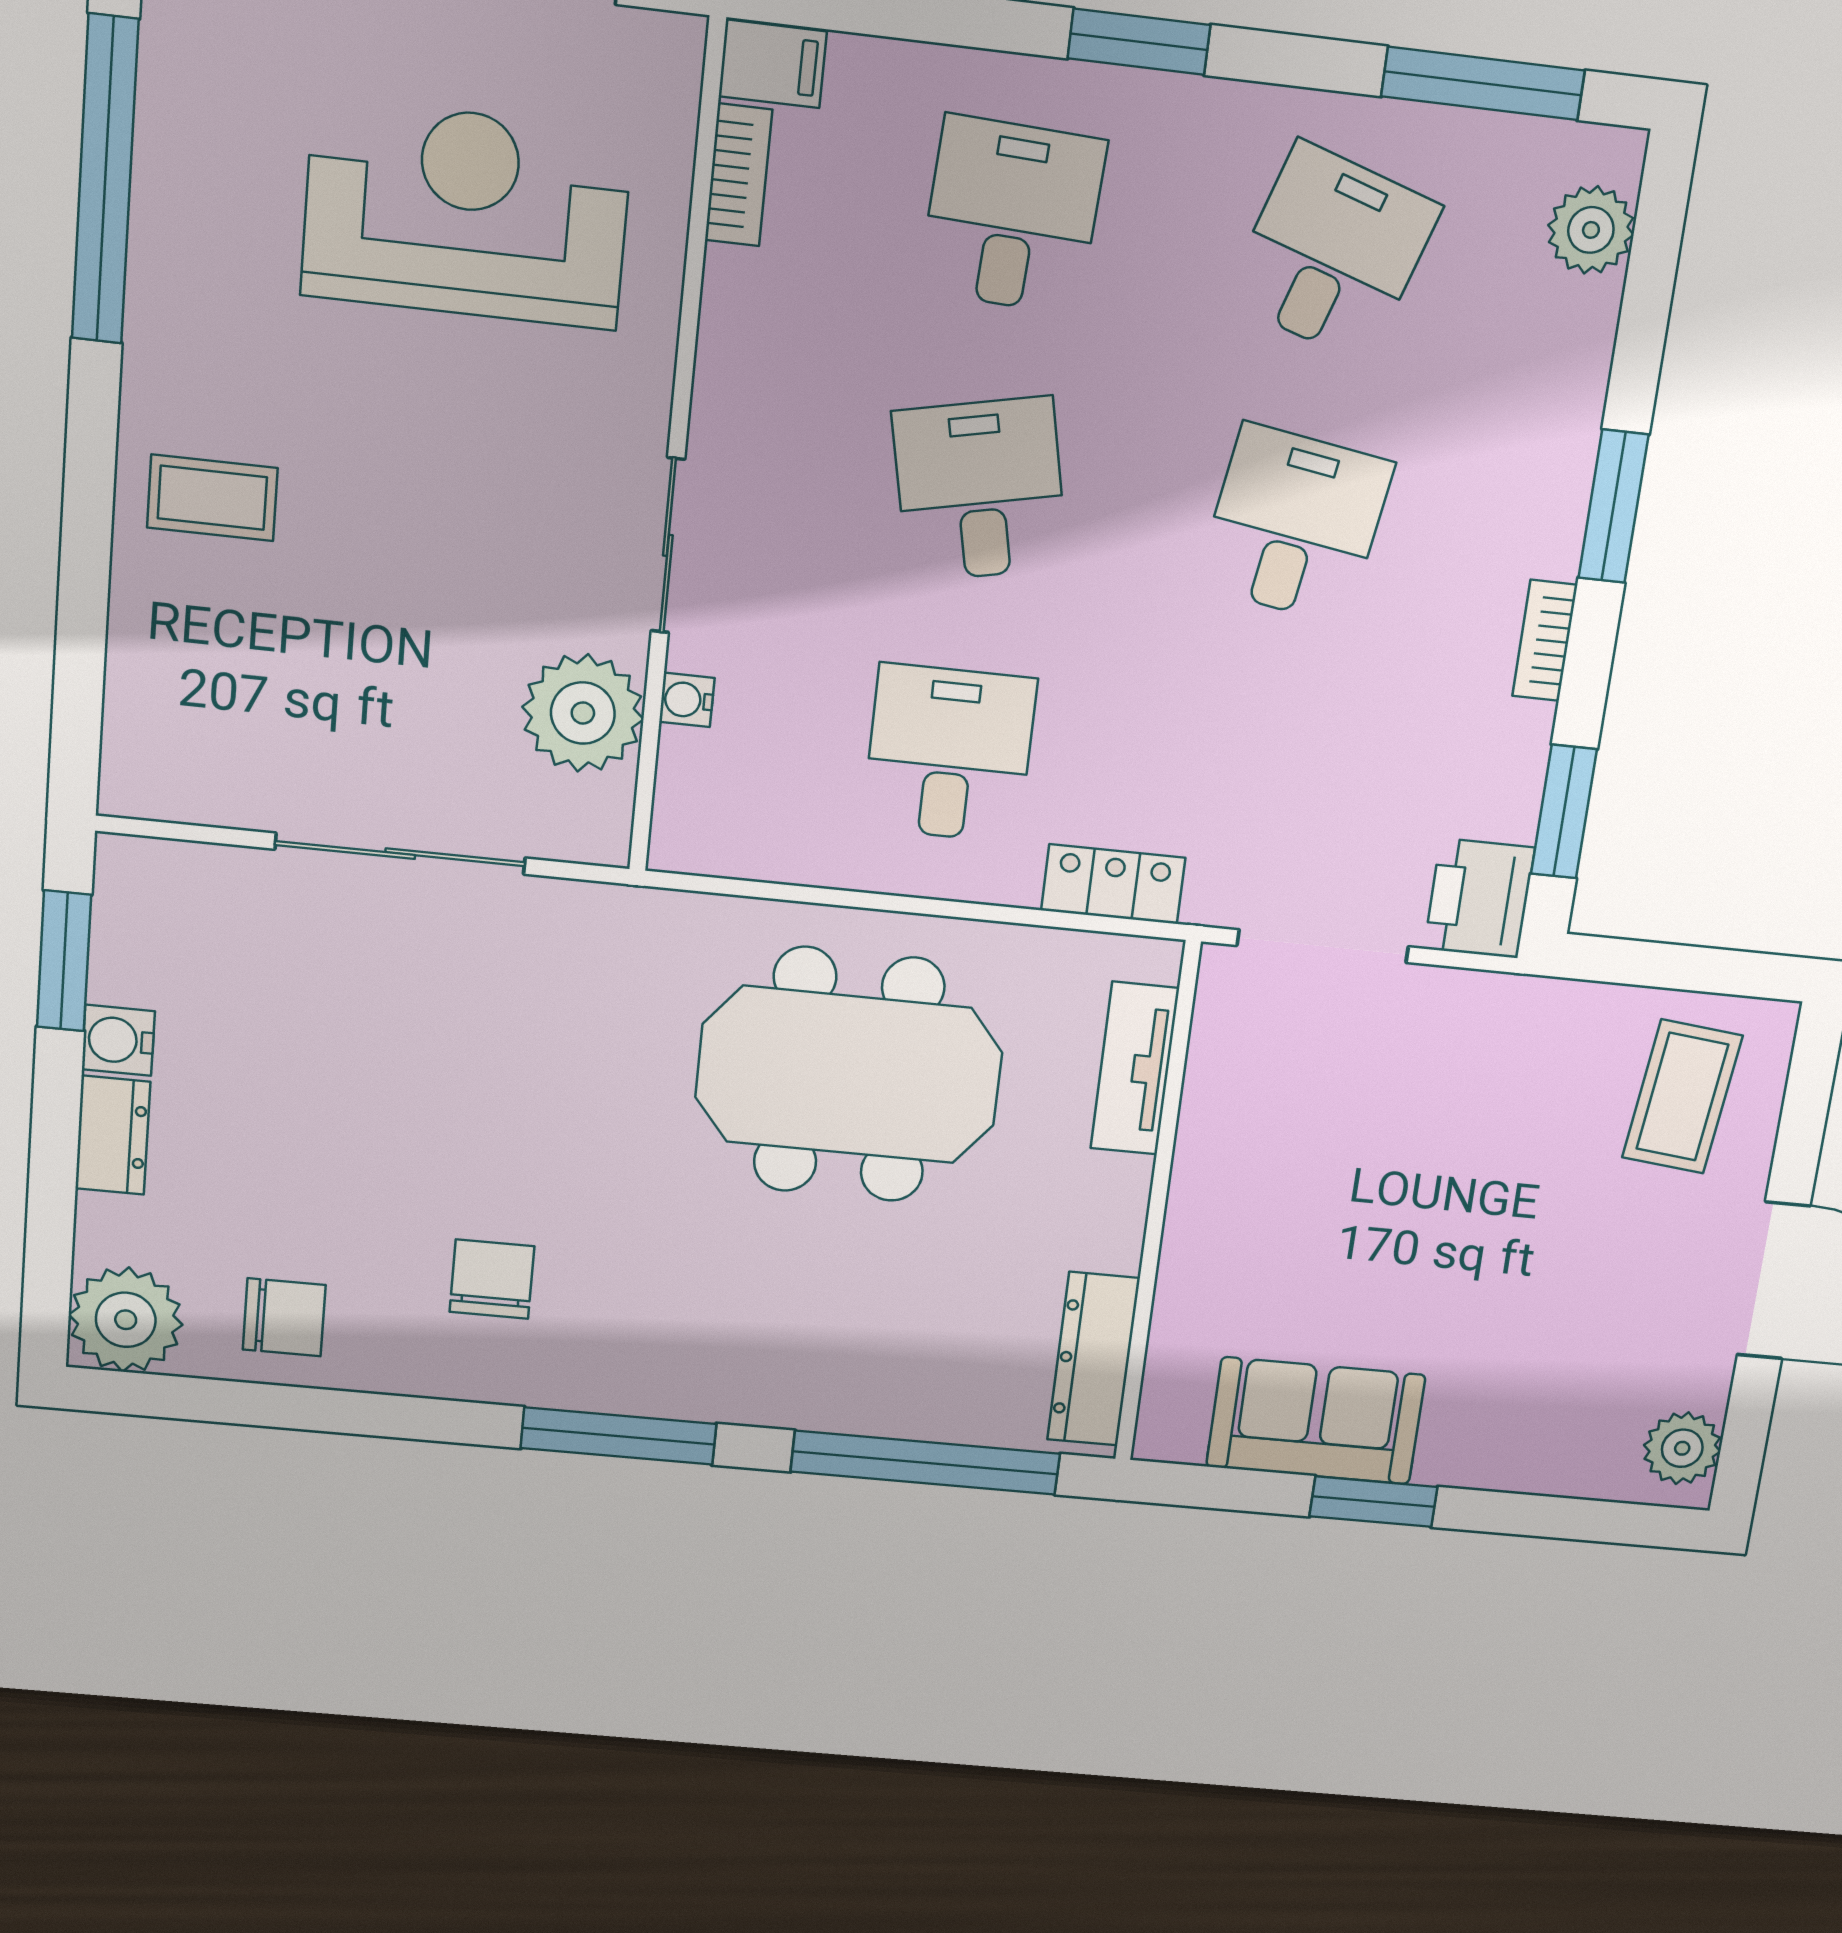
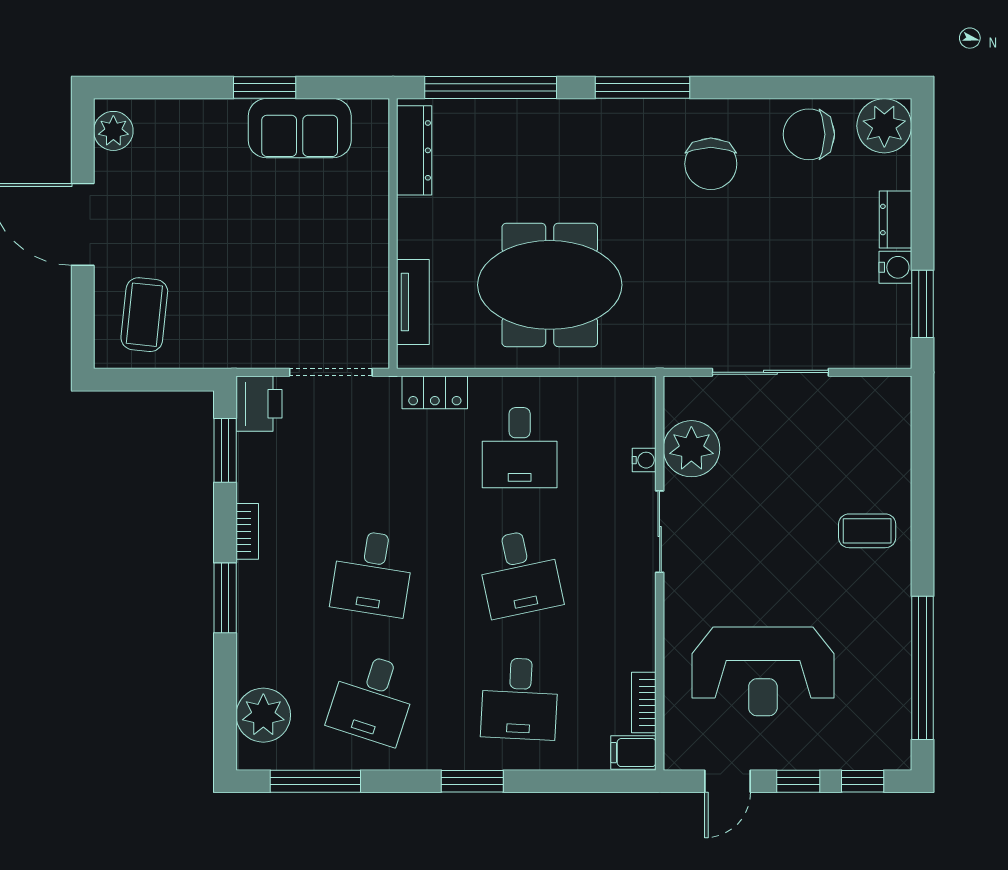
plant: (1591, 230) -> (263, 715), width x1.36, depth x1.36
chair: (492, 1279) -> (711, 164), width x1.37, depth x1.37
chair: (284, 1317) -> (809, 134), width x1.37, depth x1.37

